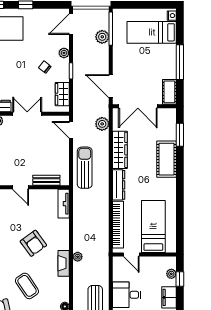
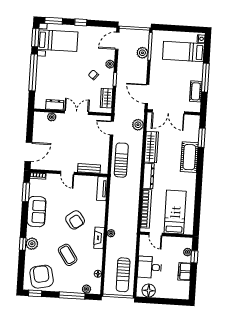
cot: (169, 92) -> (196, 91), moved

